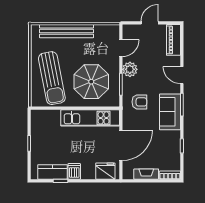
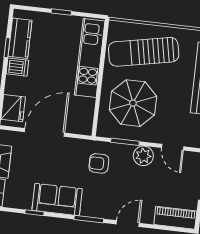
armchair: (139, 102) -> (99, 163), turned 90
sofa: (170, 112) -> (57, 199), moved
kitchen unit: (90, 118) -> (90, 58), moved
door: (121, 145) -> (45, 132), swing flipped

